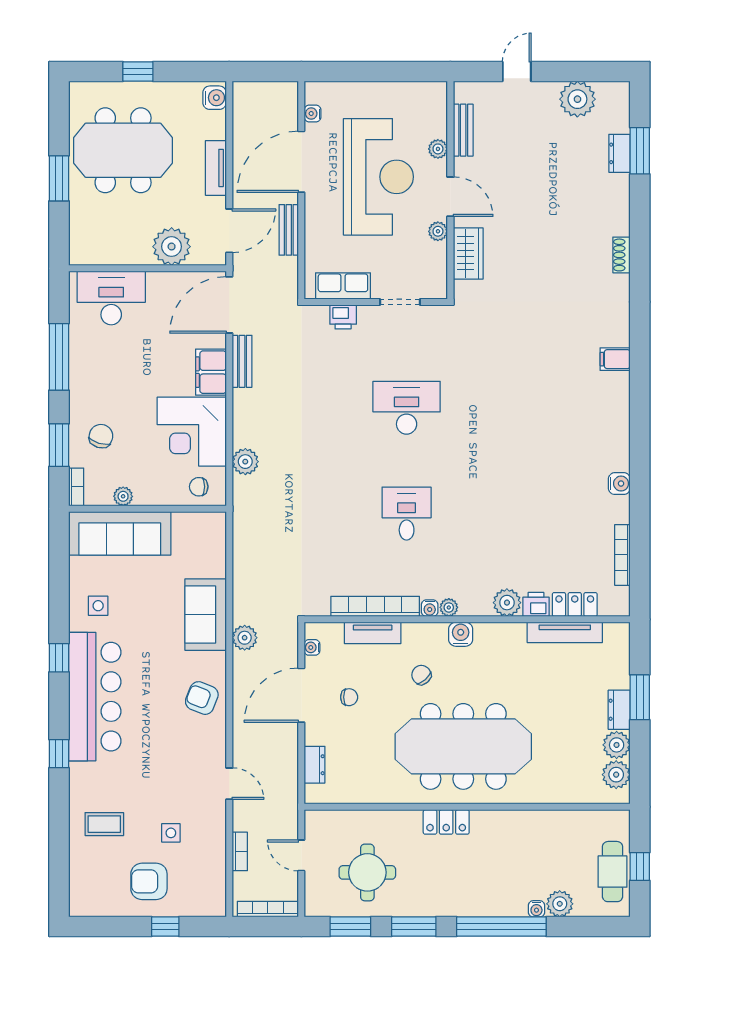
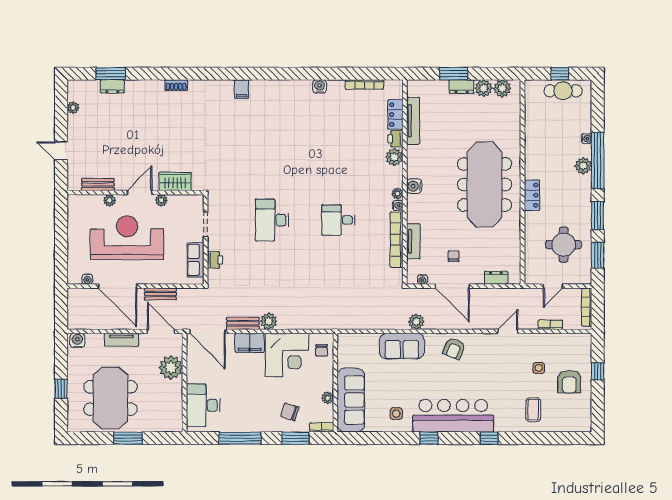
plant: (577, 99) -> (73, 108), width x0.53, depth x0.53
plant: (245, 462) -> (269, 321), moved
chair: (421, 675) -> (440, 211), removed
plant: (560, 904) -> (583, 166), moved

